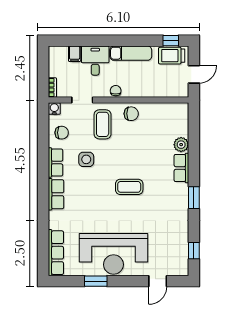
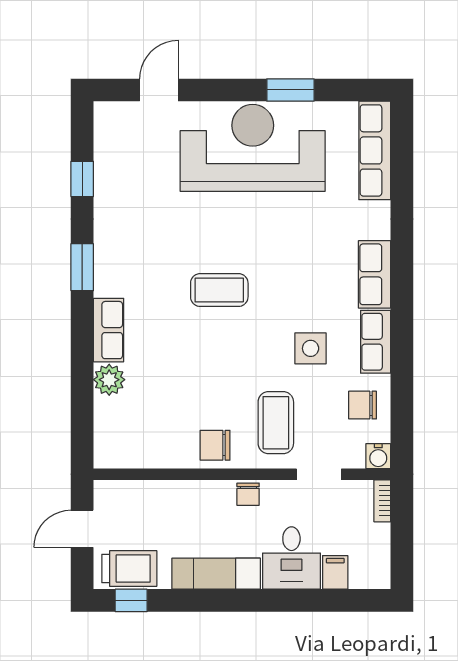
window: (194, 251) -> (82, 179), moved

